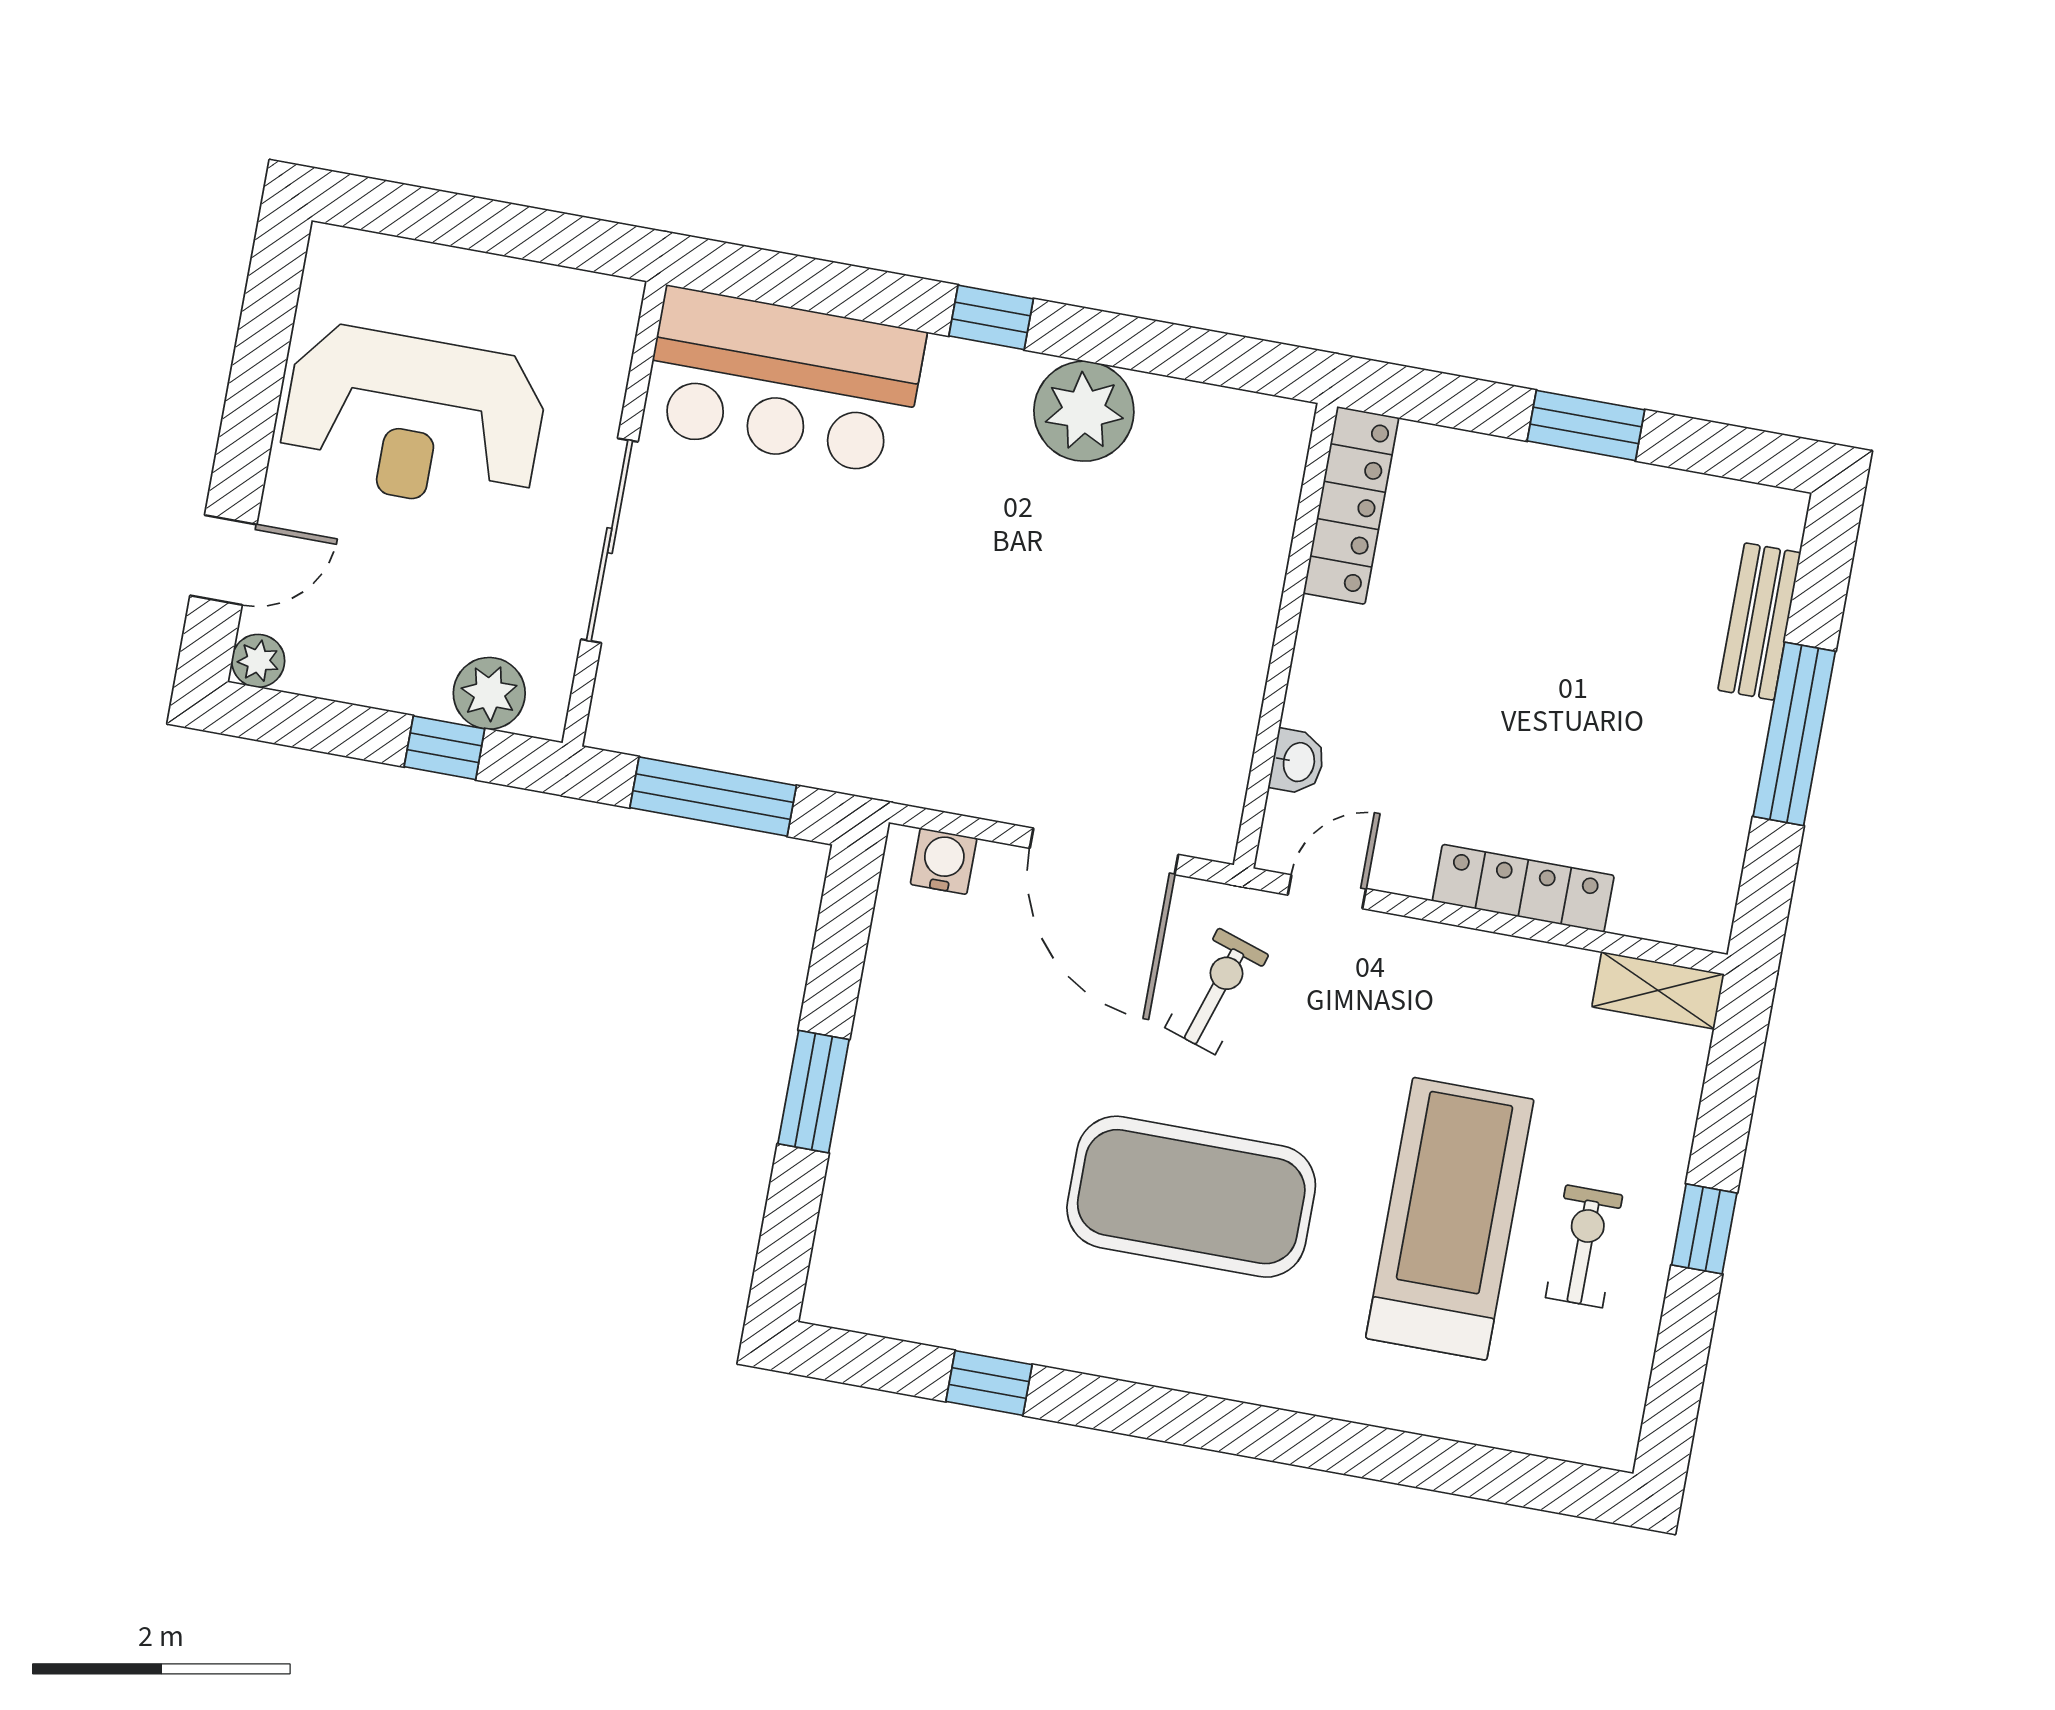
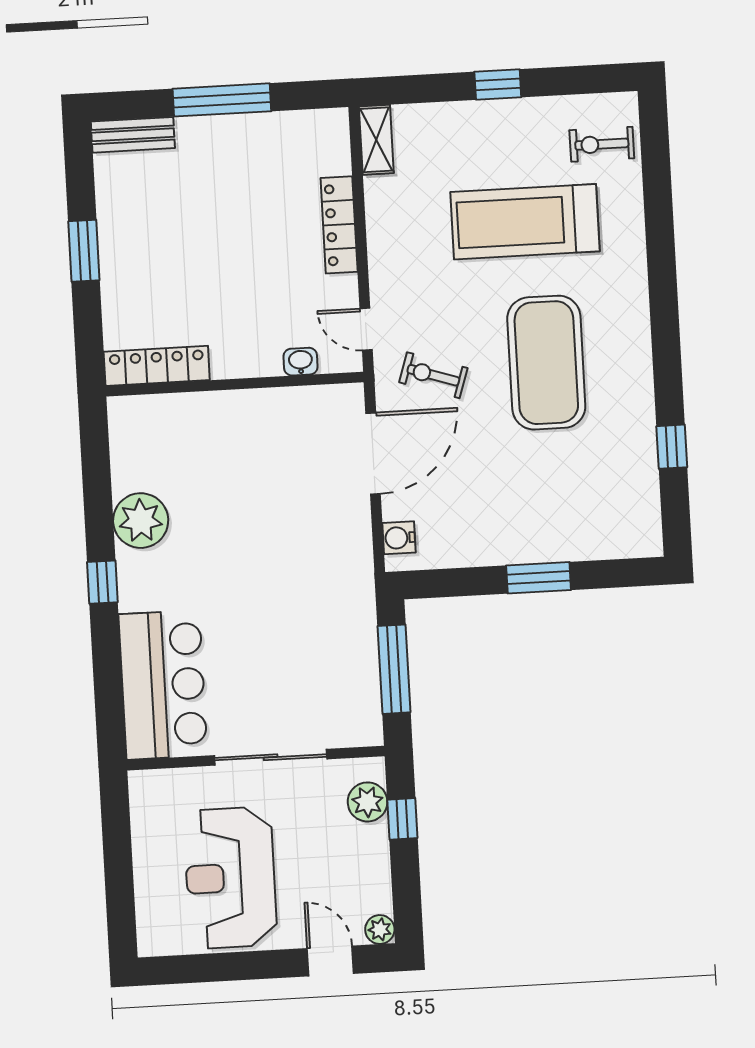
reception desk: (413, 418) -> (230, 878), turned 180
bench: (1759, 622) -> (133, 135), moved
exercise bike: (1584, 1246) -> (602, 144), moved

